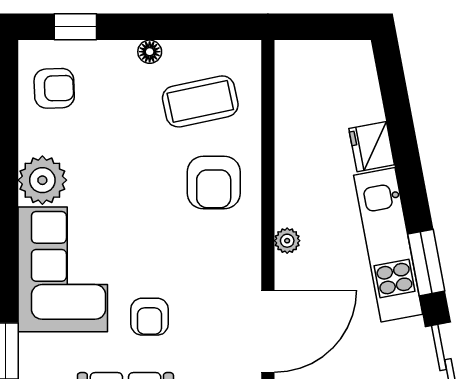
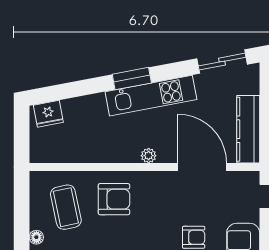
fridge: (372, 147) -> (48, 114), moved
window: (426, 263) -> (132, 79), moved

